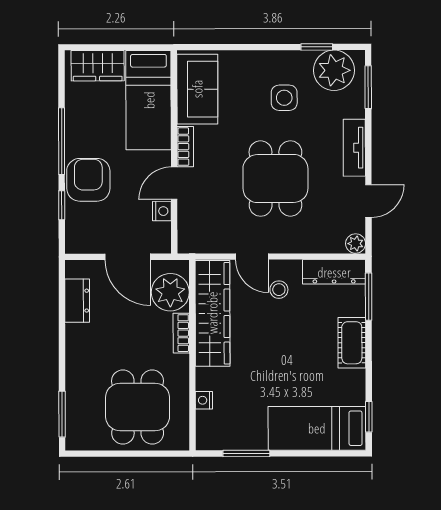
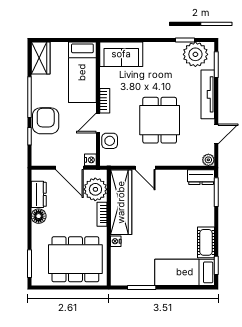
wardrobe: (98, 66) -> (41, 58), moved, turned -90
sofa: (197, 89) -> (121, 54), moved, turned 90
side table: (284, 98) -> (110, 141), moved
tv unit: (354, 148) -> (208, 94), width x1.41
nightstand: (162, 211) -> (90, 160), moved
dresser: (334, 272) -> (201, 177), width x0.70
stool: (279, 290) -> (162, 188), removed
floor lamp: (77, 336) -> (39, 216), added
cot: (352, 343) -> (206, 242), moved
nightstand: (204, 400) -> (116, 241), moved
dining table: (138, 407) -> (75, 259), width x1.38

